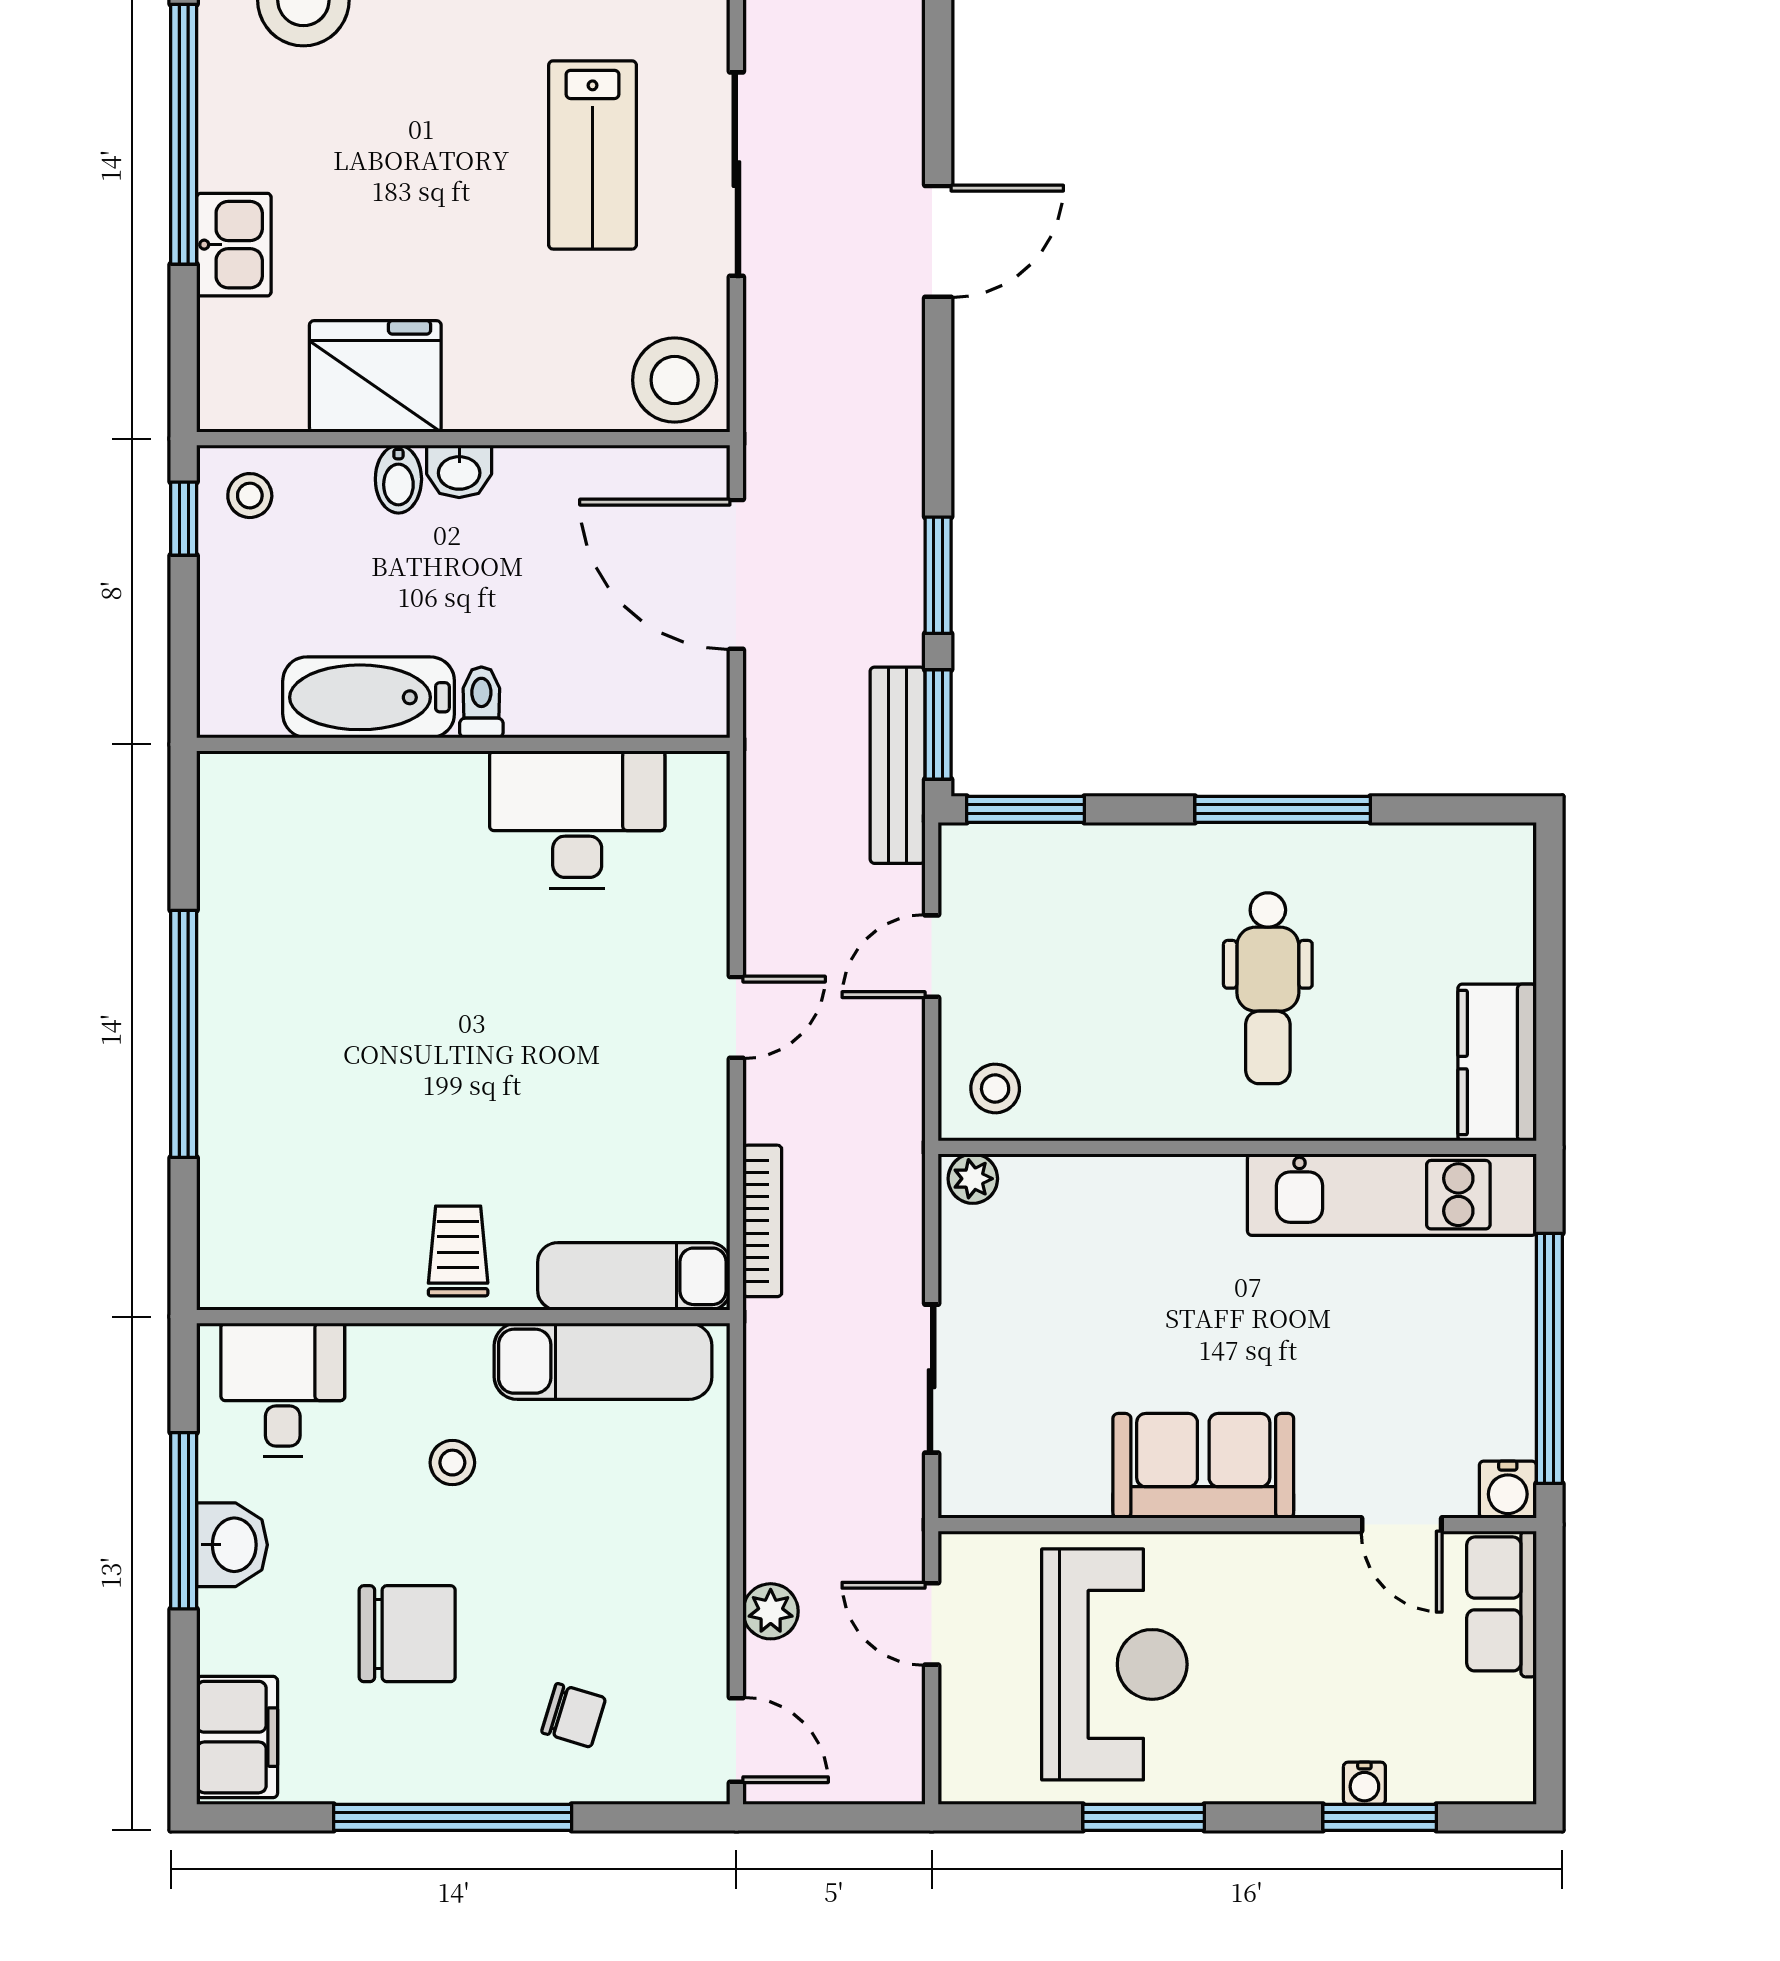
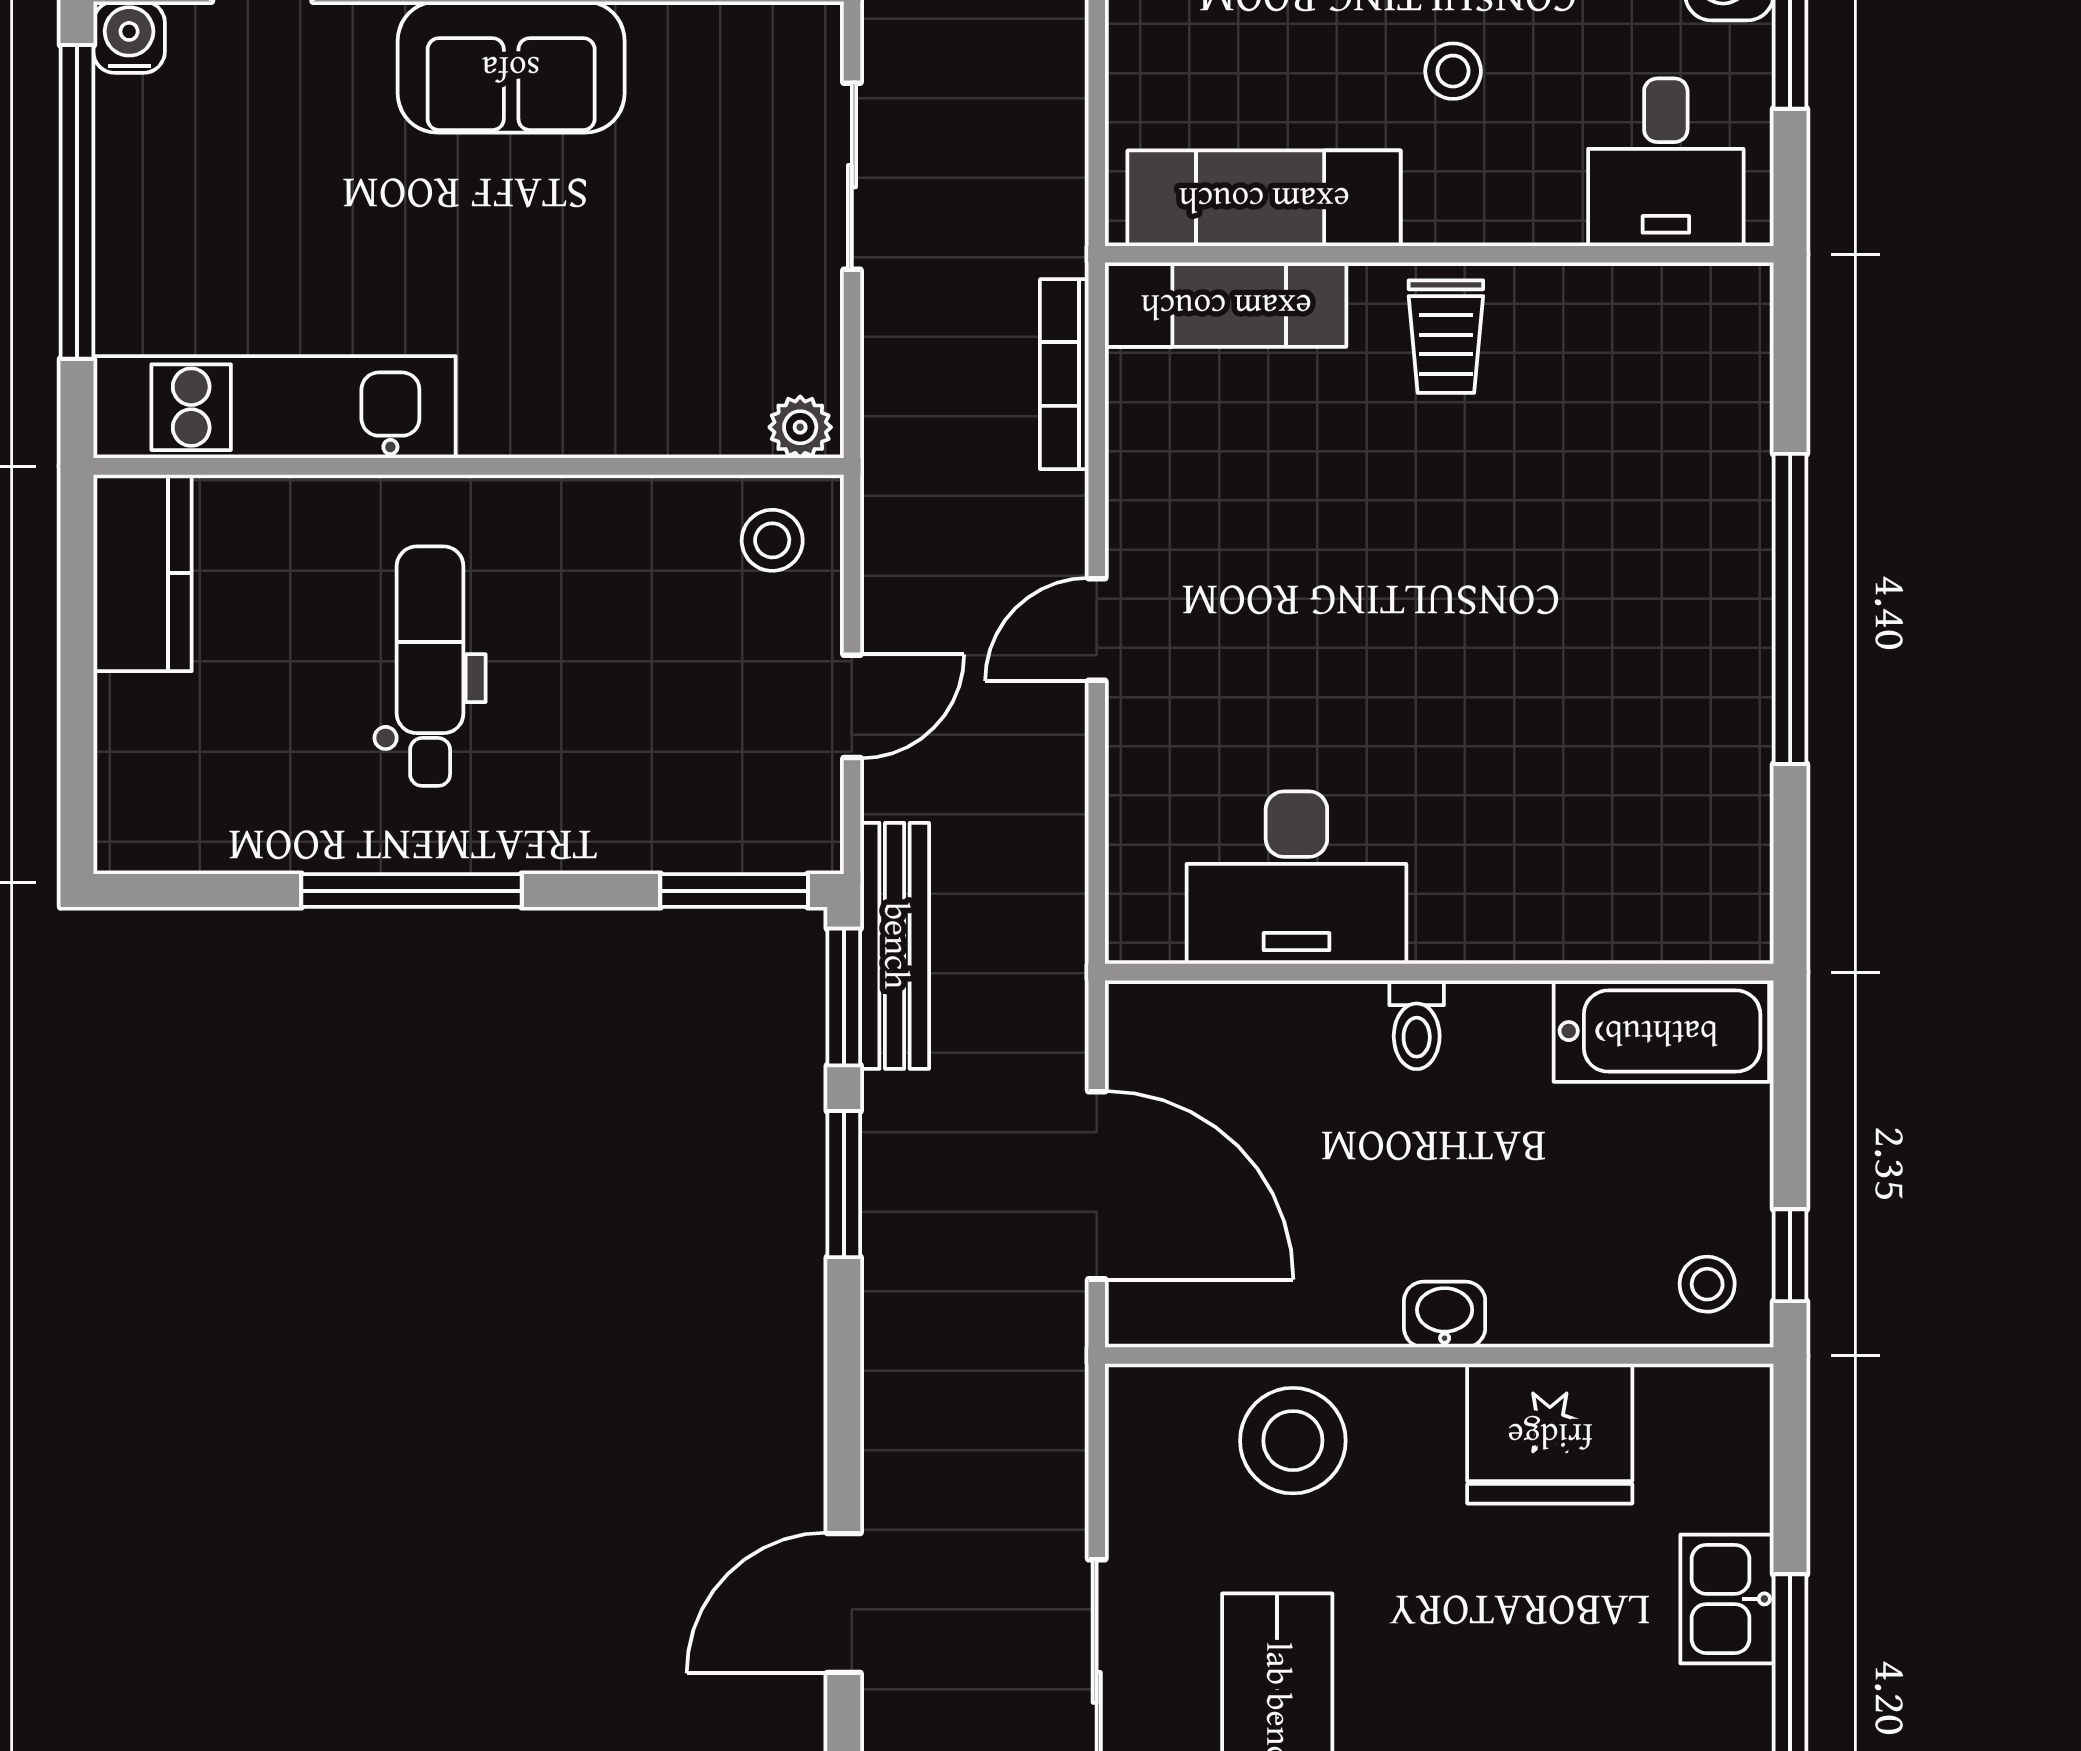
stool: (675, 380) -> (1293, 1441), moved
bidet: (398, 479) -> (1521, 1305), removed
bathtub: (369, 697) -> (1661, 1031), moved

